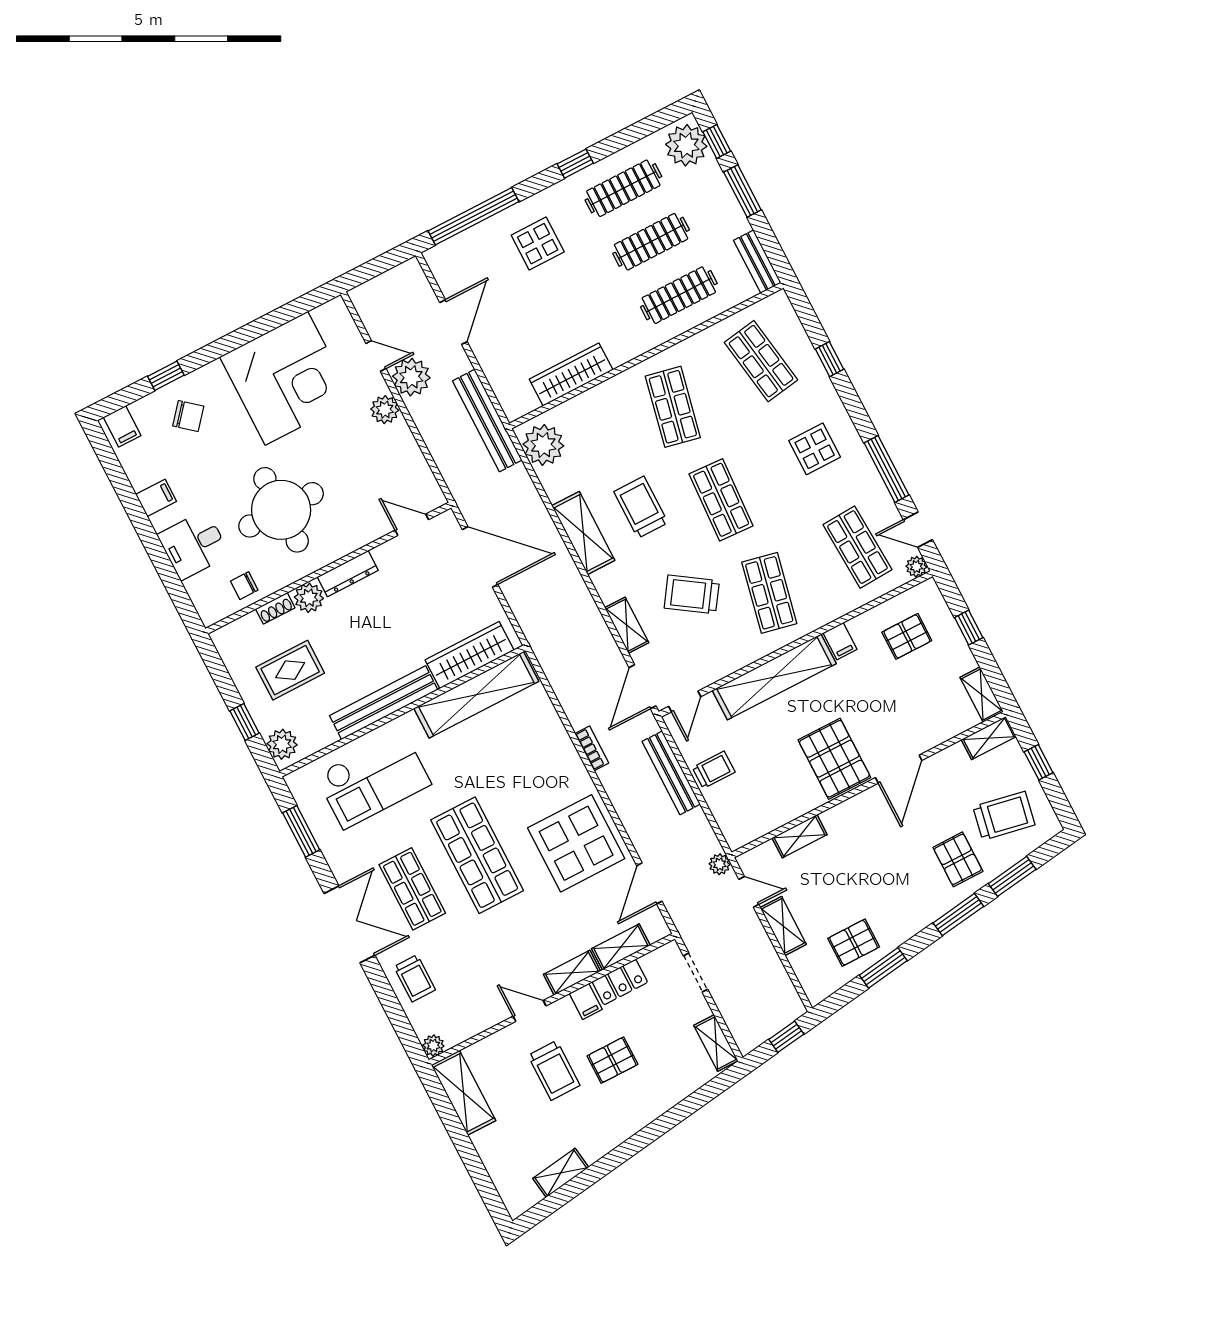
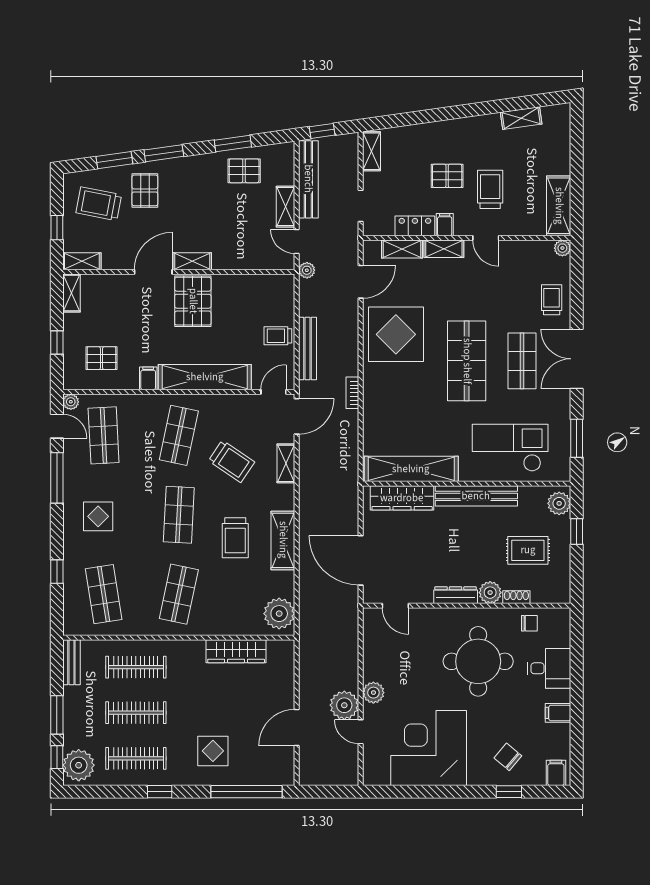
bench: (487, 420) -> (308, 179), moved
shelving: (800, 836) -> (192, 261), moved

